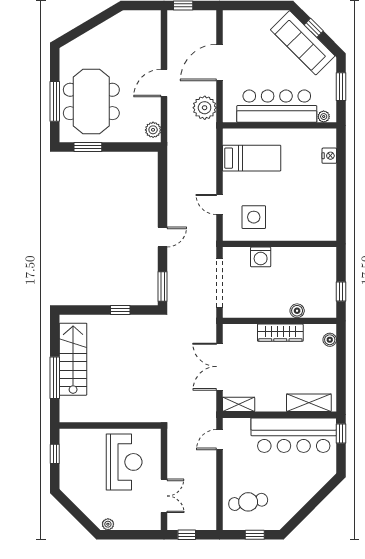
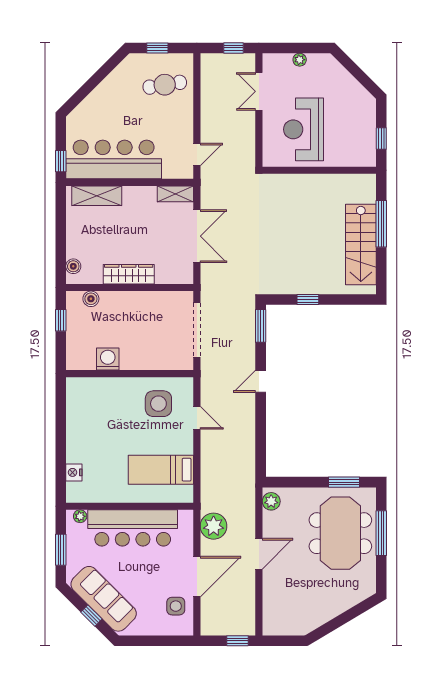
side table: (238, 36) -> (176, 606), added
washing machine: (261, 257) -> (108, 359), moved
boiler: (297, 311) -> (91, 299), moved
plant: (108, 524) -> (300, 60), moved

